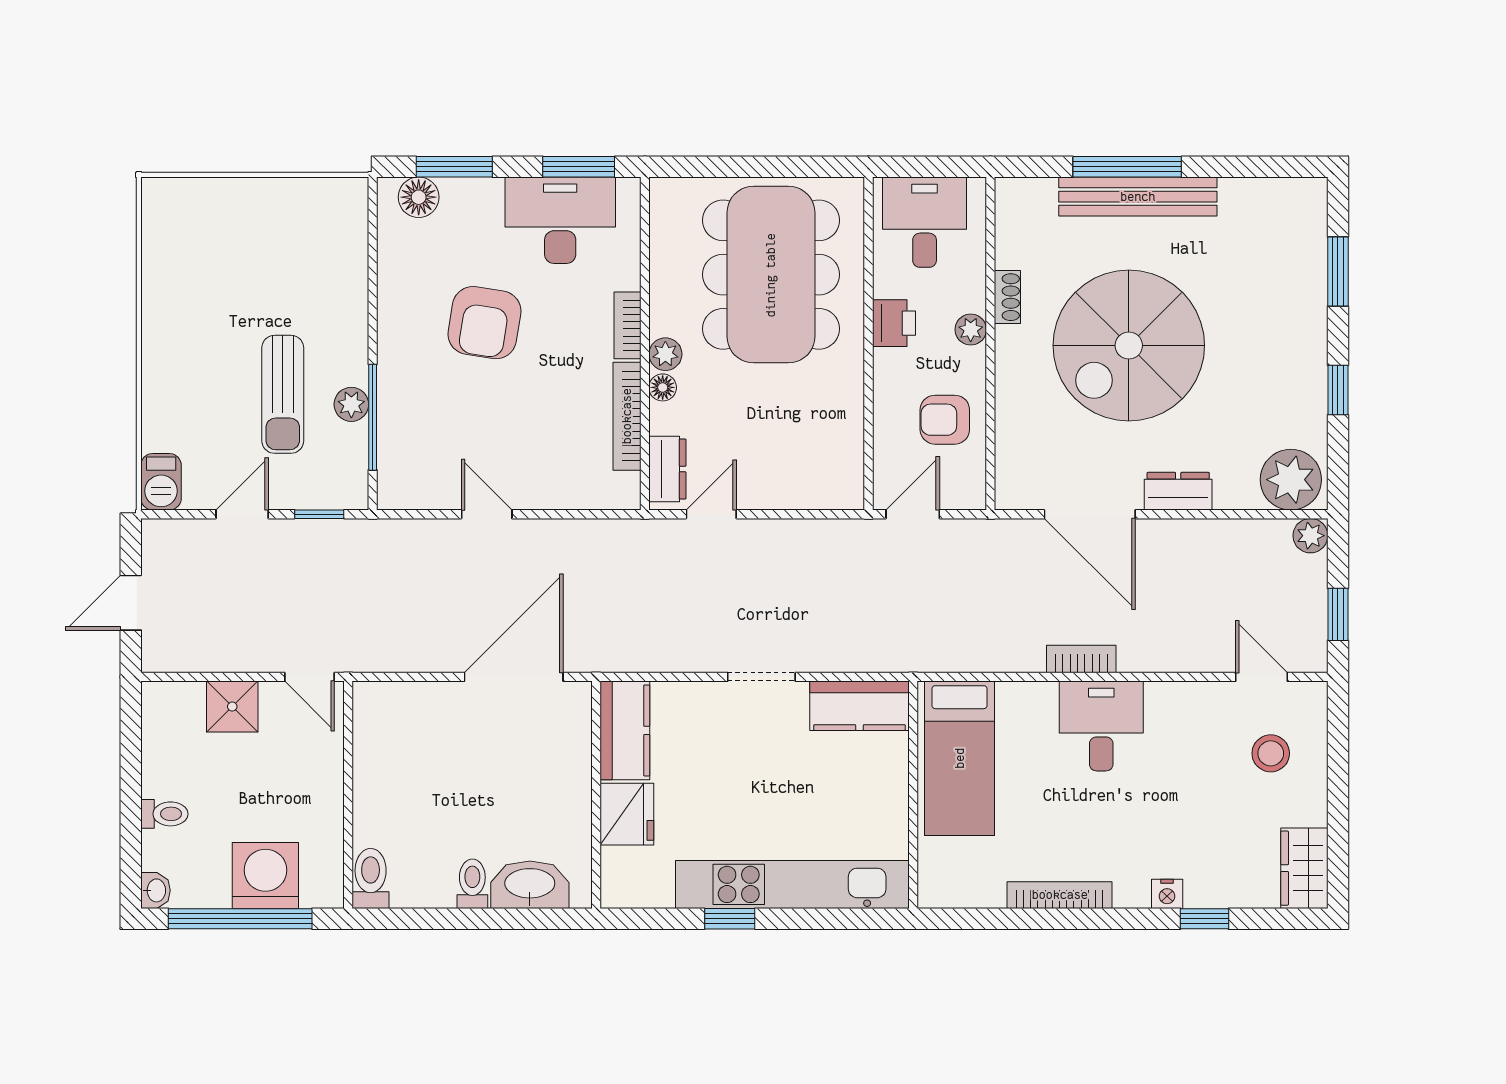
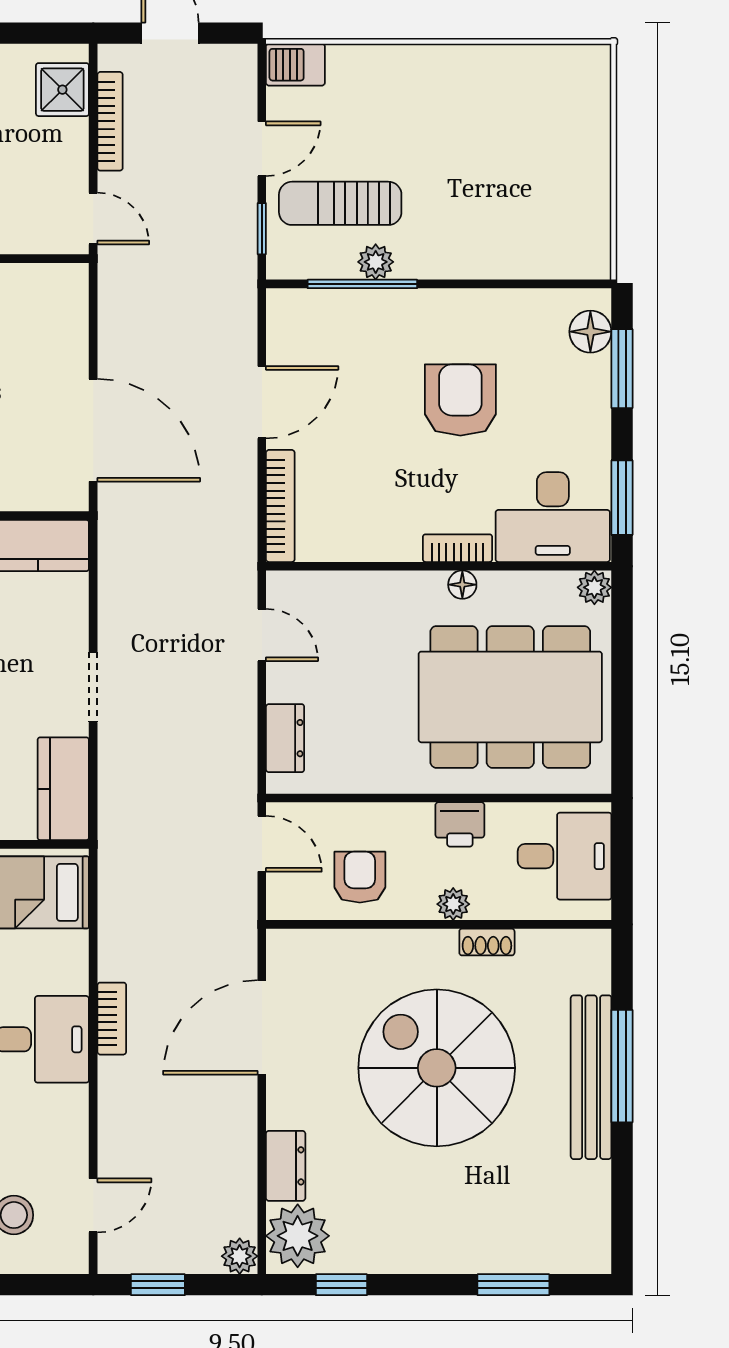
desk: (560, 220) -> (553, 517), moved, turned 90
armchair: (484, 323) -> (460, 400), turned 81
plant: (665, 354) -> (594, 587), moved
floor lamp: (663, 387) -> (462, 585), moved
window: (1338, 390) -> (341, 1285), moved
sun lounger: (283, 394) -> (340, 203), moved
bookcase: (627, 416) -> (280, 506), moved, turned 90
dresser: (667, 469) -> (285, 738), moved, turned -90
dresser: (1178, 491) -> (286, 1166), moved
door: (242, 514) -> (262, 149), hinge flipped
door: (487, 514) -> (262, 402), width x1.38
bookcase: (216, 661) -> (110, 121), added
door: (309, 677) -> (93, 219), swing flipped
shower: (232, 707) -> (62, 90), moved

